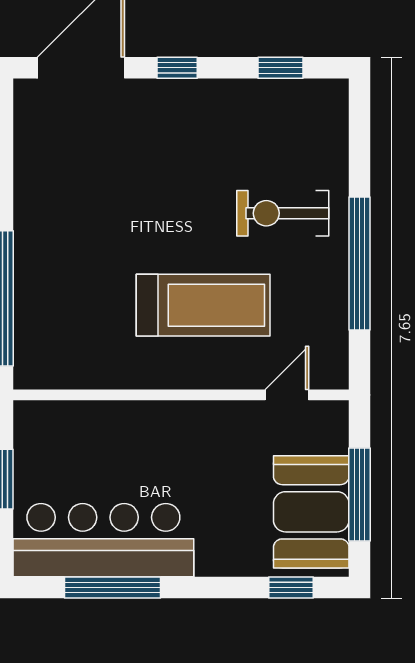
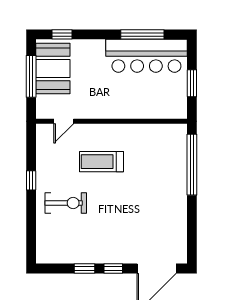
window: (281, 68) -> (85, 269), moved
window: (360, 263) -> (31, 180), width x0.32
treadmill: (203, 305) -> (102, 162), width x0.73, depth x0.73

